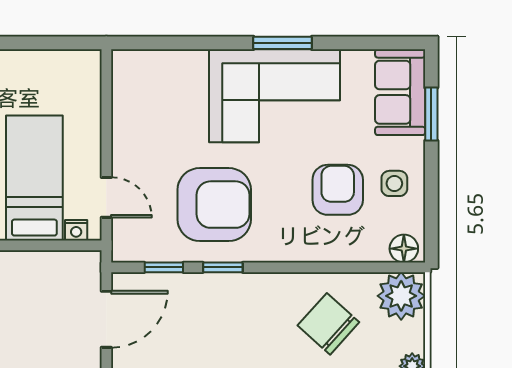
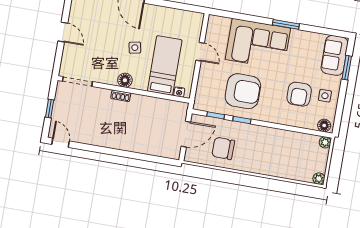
corner sofa: (275, 96) -> (258, 44), moved
armchair: (338, 190) -> (299, 94), turned 180
door: (106, 197) -> (200, 52), moved
plant: (401, 296) -> (325, 142), width x0.53, depth x0.53
chair: (328, 324) -> (223, 148), moved, turned -41

